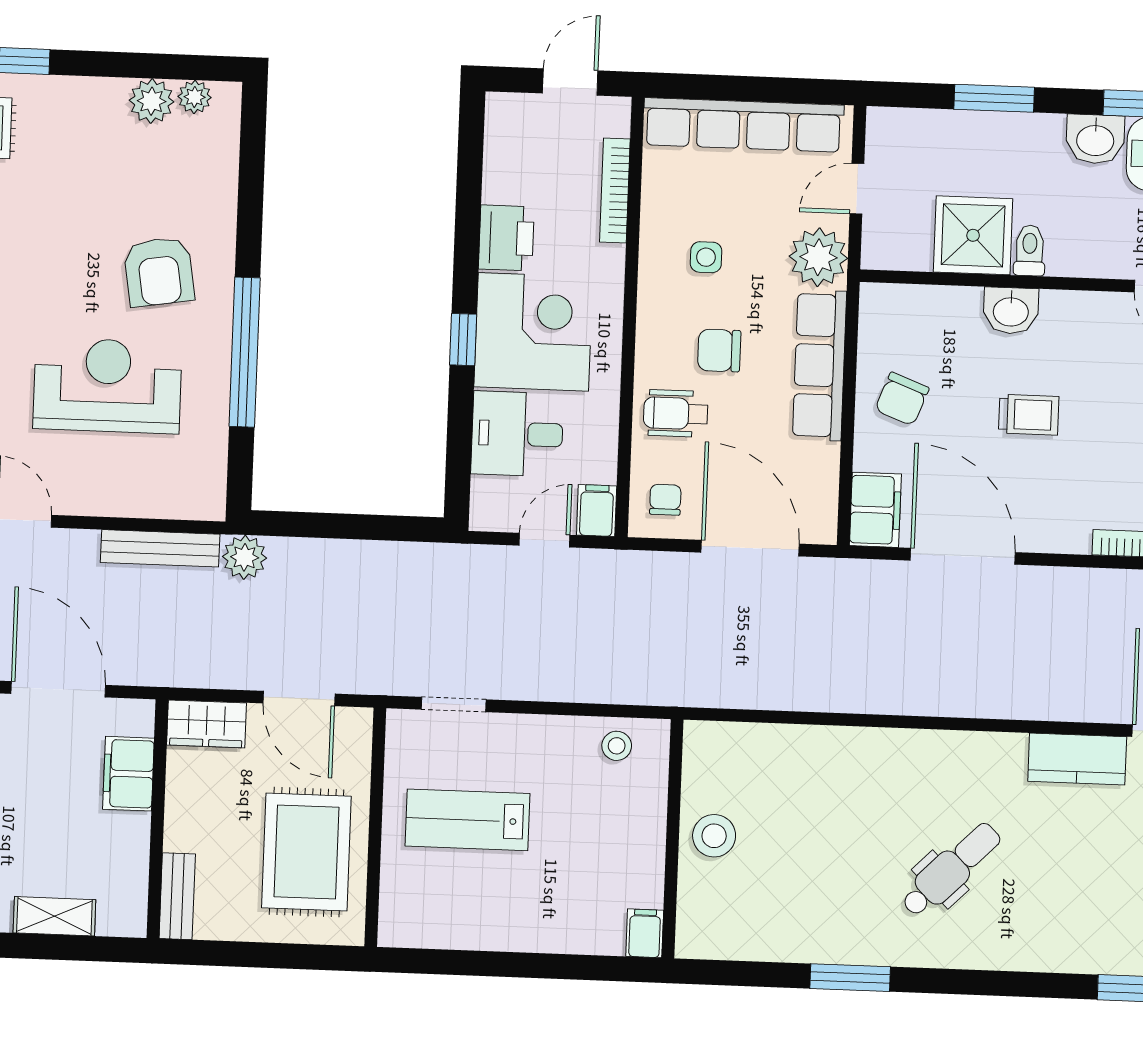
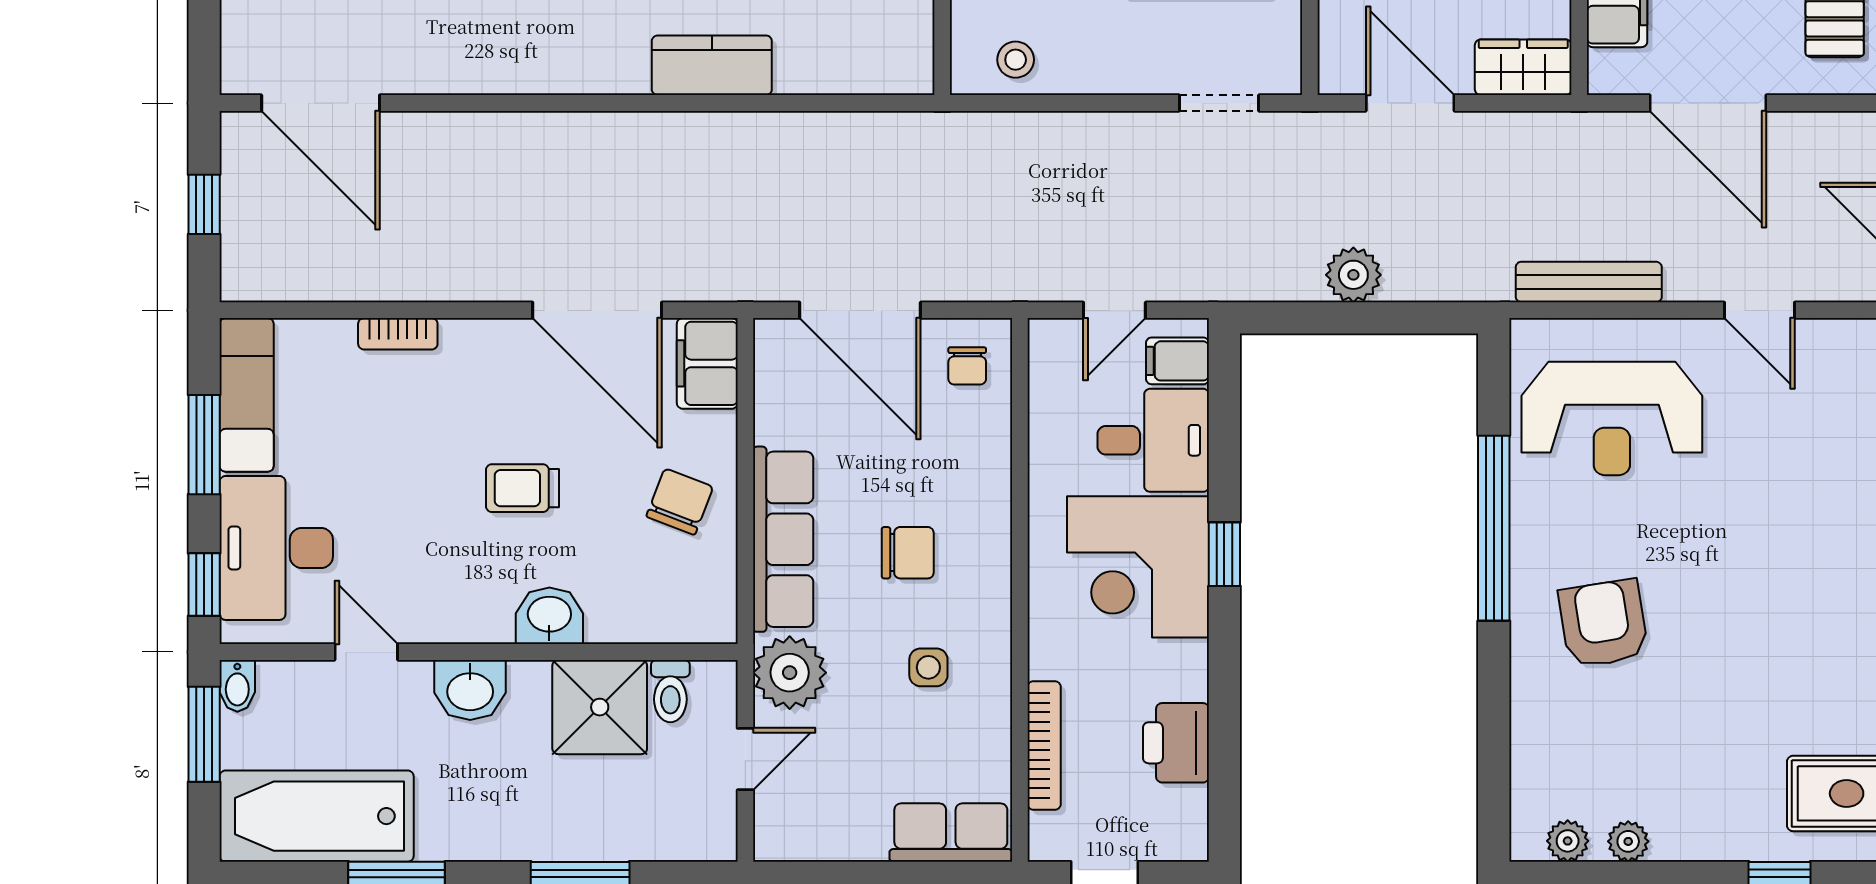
plant: (152, 101) -> (1628, 841), width x0.73, depth x0.73
row of seats: (743, 125) -> (951, 832), width x0.50
washbasin: (1095, 139) -> (470, 690), moved, turned 180
printer: (506, 238) -> (1176, 743), moved
toilet: (1030, 250) -> (670, 691), moved
reception desk: (108, 386) -> (1612, 418), moved
wheelchair: (676, 413) -> (958, 473), removed
filing cabinet: (597, 510) -> (1177, 361), moved, turned 90
plant: (245, 557) -> (1353, 275), moved
kitchen counter: (1077, 759) -> (712, 65), moved

